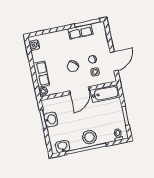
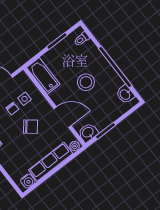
row of seats: (41, 74) -> (51, 162), width x1.48
door: (79, 91) -> (63, 117), moved
washbasin: (51, 119) -> (88, 133), moved
stool: (89, 137) -> (86, 82), moved

